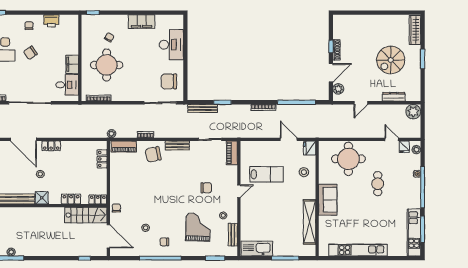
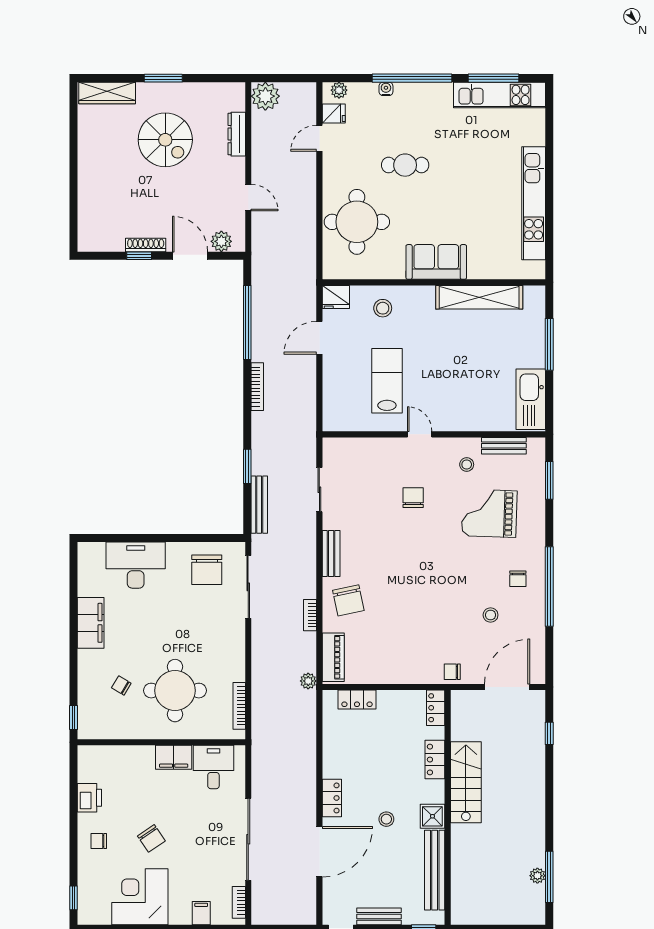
piano: (232, 153) -> (345, 448), removed
stairs: (86, 215) -> (466, 782), moved

